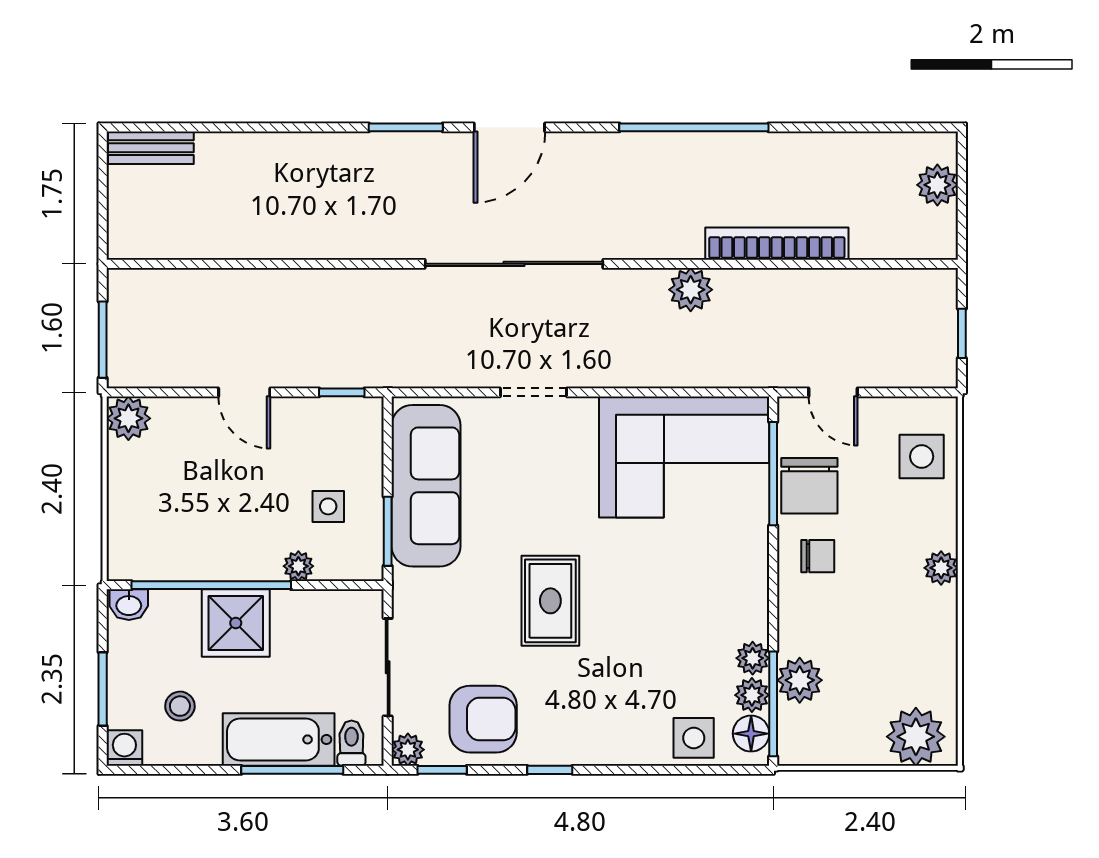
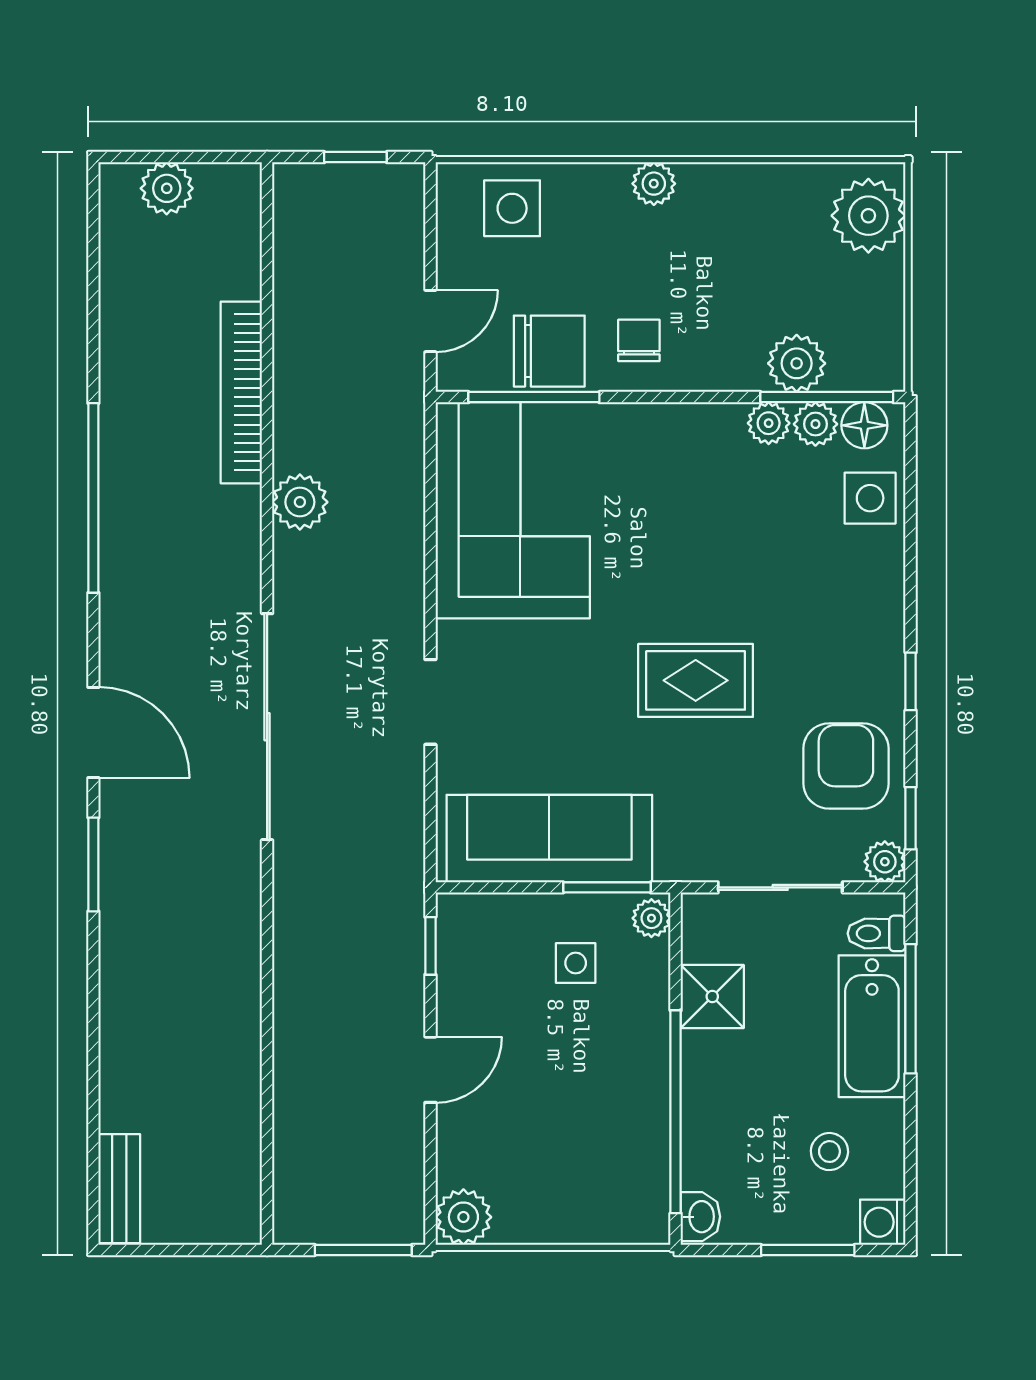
plant: (298, 566) -> (651, 918), moved
shower: (236, 623) -> (712, 996), moved, width x0.73, depth x0.73

